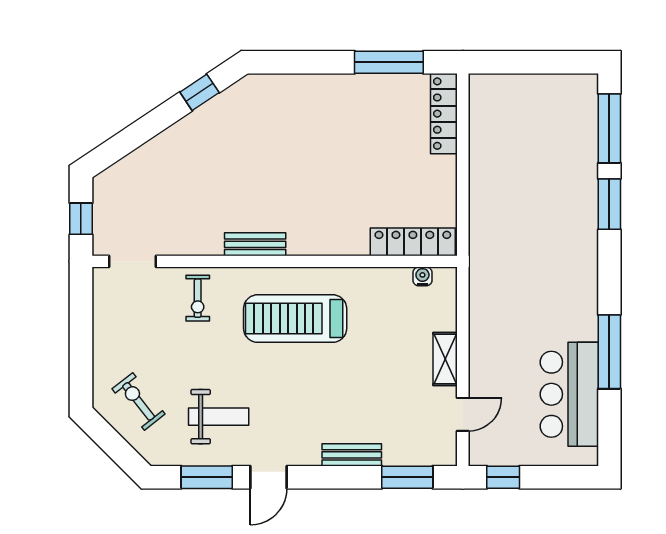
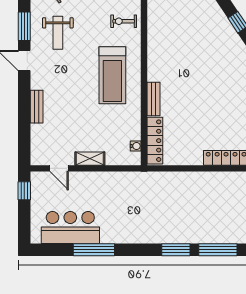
bench: (255, 244) -> (154, 99), moved
treadmill: (295, 319) -> (112, 75), turned 180
window: (407, 477) -> (24, 138), removed

